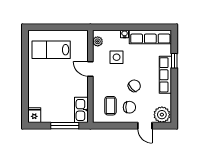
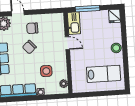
door: (90, 69) -> (67, 43), moved
stool: (35, 78) -> (116, 48), added
coffee table: (110, 106) -> (49, 28), removed

